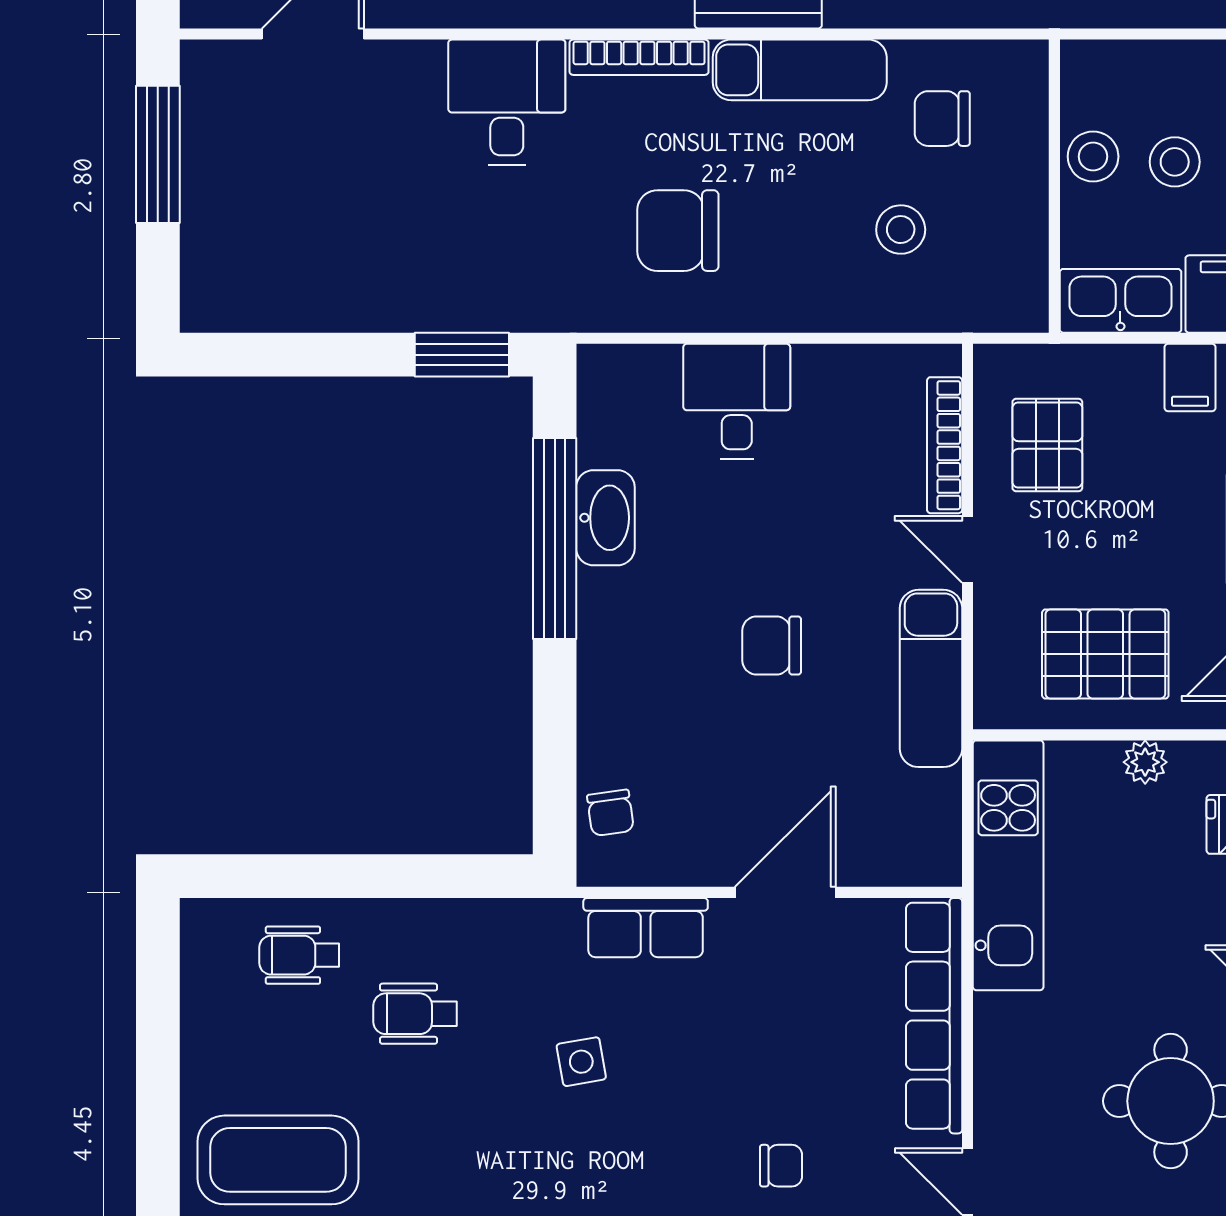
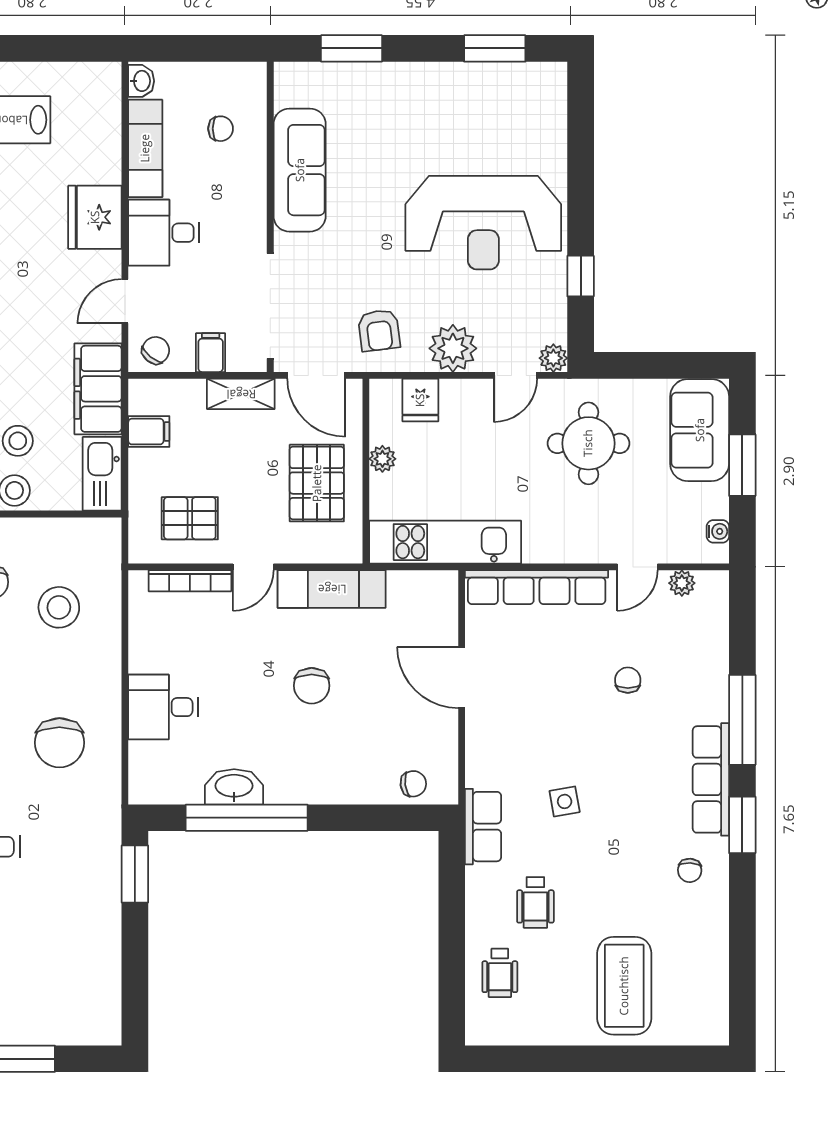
stool: (901, 230) -> (59, 607), width x1.38, depth x1.38
row of seats: (646, 928) -> (483, 827), moved

